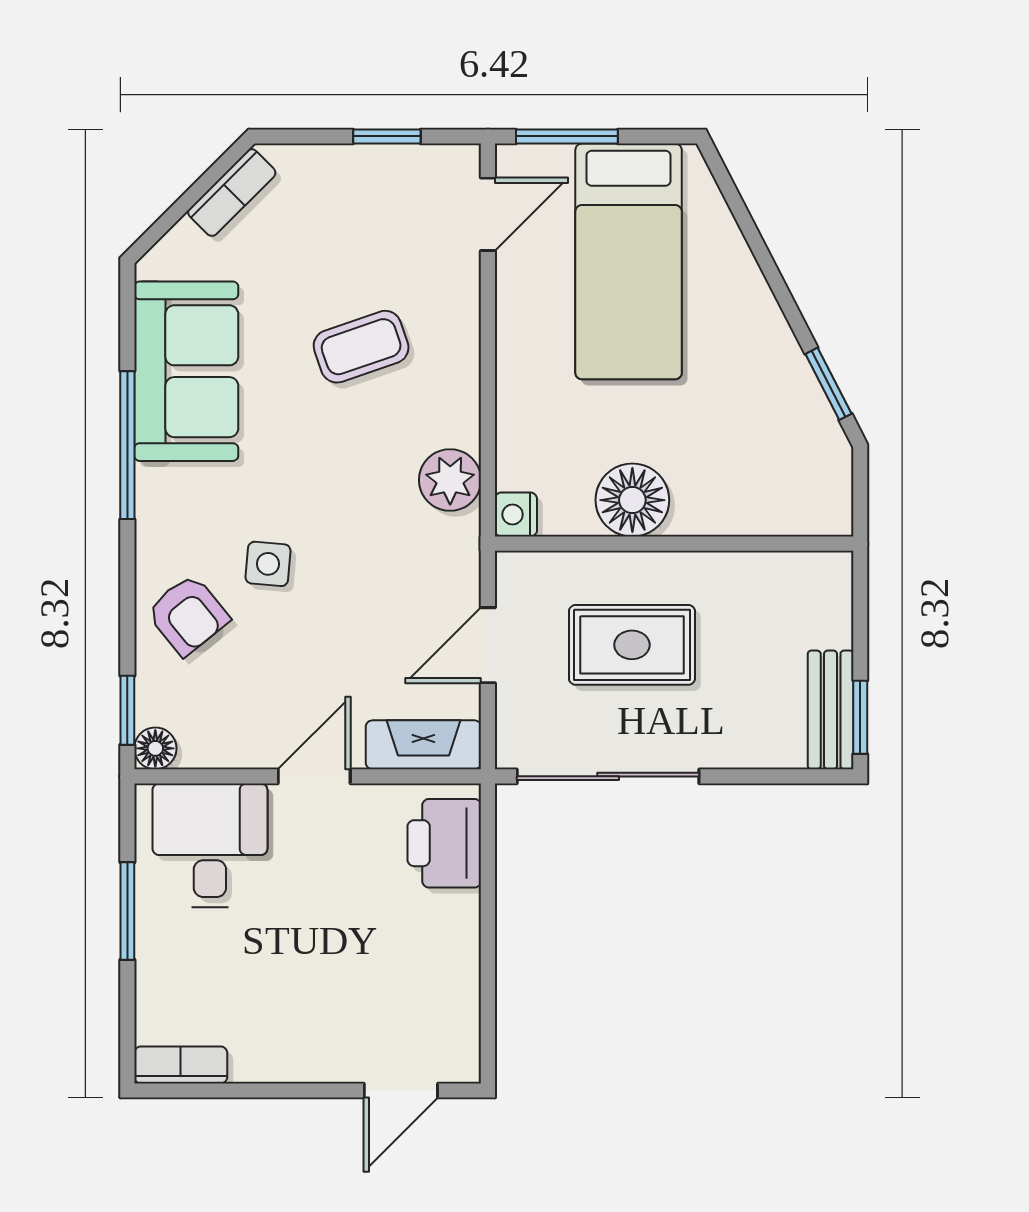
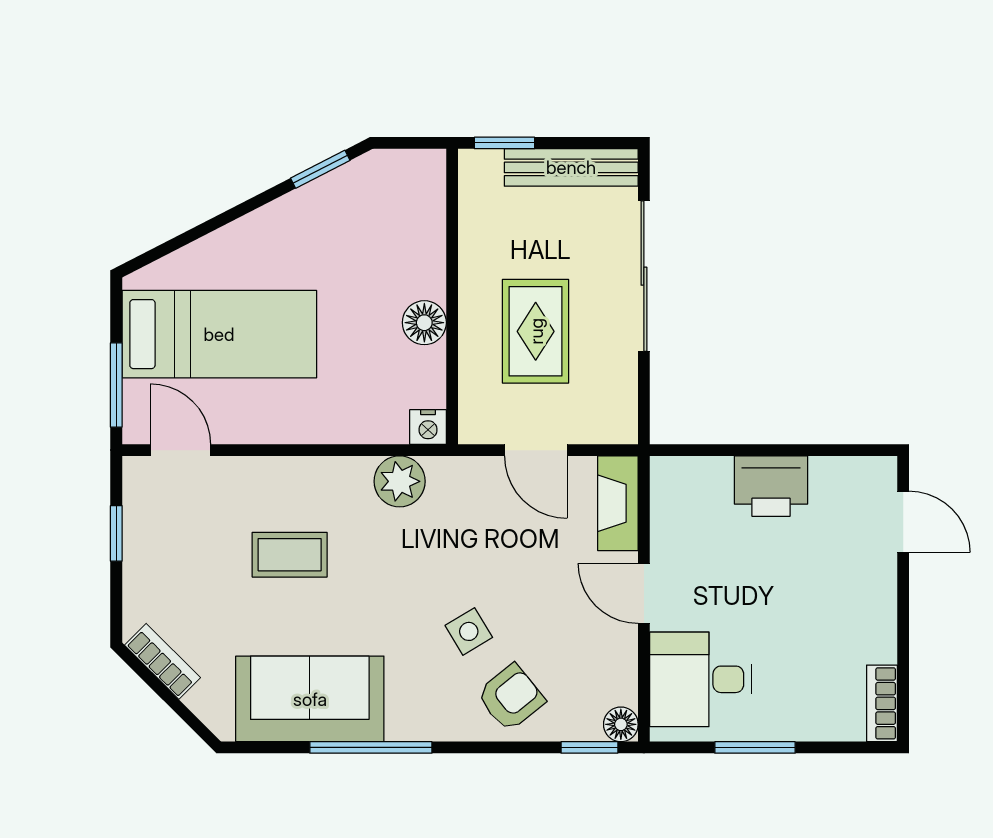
coffee table: (361, 347) -> (290, 555), turned -71
floor lamp: (632, 500) -> (424, 323), width x0.73, depth x0.73
side table: (268, 564) -> (469, 631), turned -36
bench: (831, 710) -> (571, 167), width x1.36
window: (860, 717) -> (505, 143), moved
sliding door: (608, 776) -> (644, 276), moved
printer: (444, 843) -> (771, 486), moved

